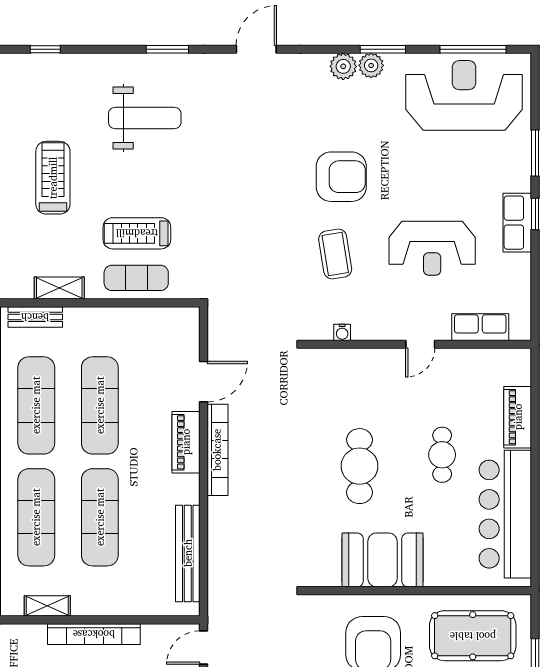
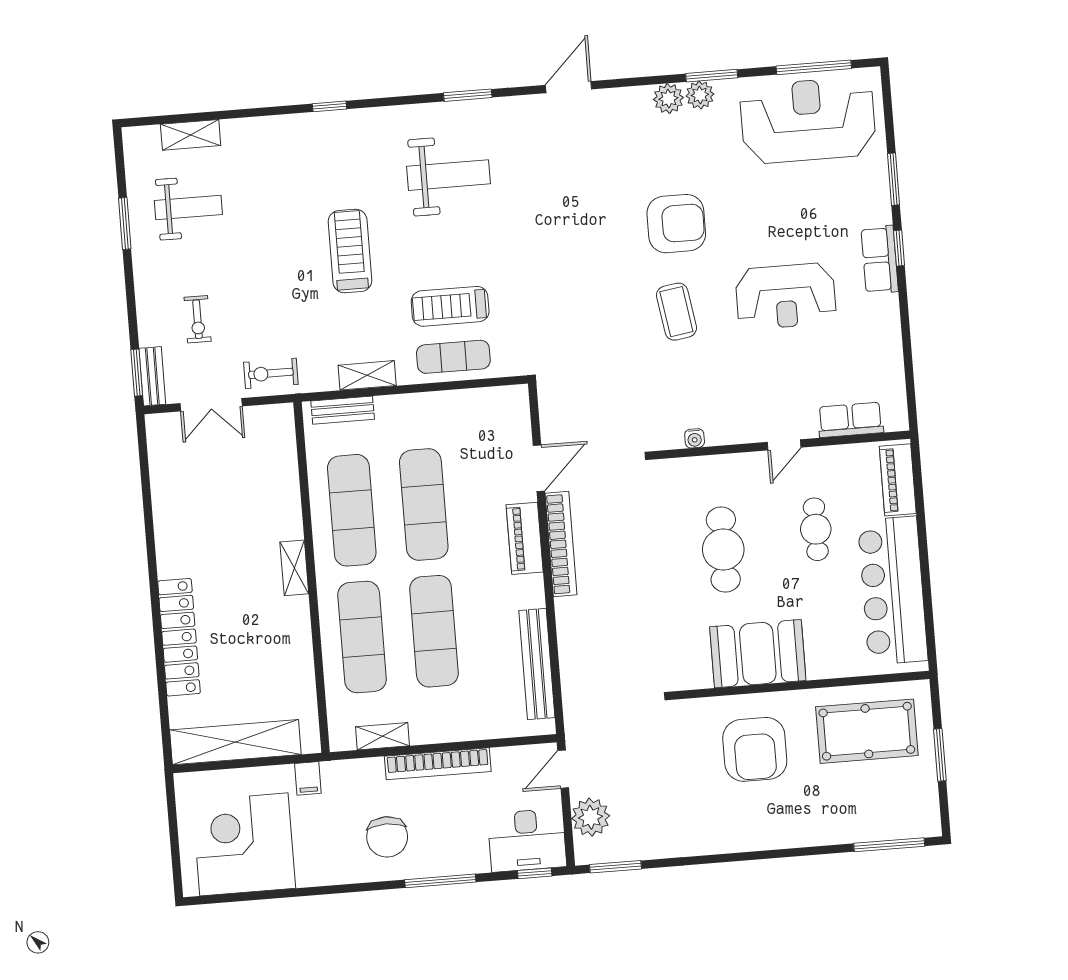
row of seats: (480, 327) -> (850, 420), moved
water cooler: (342, 332) -> (695, 438), moved
wall: (418, 344) -> (782, 445), moved
door: (420, 344) -> (784, 445), moved

